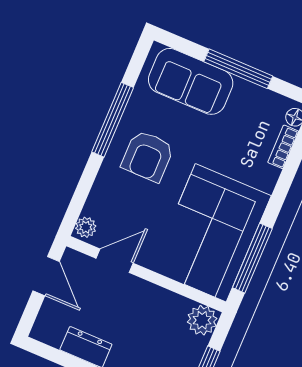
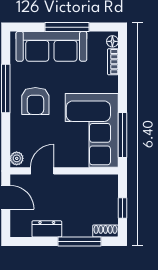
sofa: (191, 81) -> (51, 46), width x1.36
plant: (202, 320) -> (109, 184), removed

